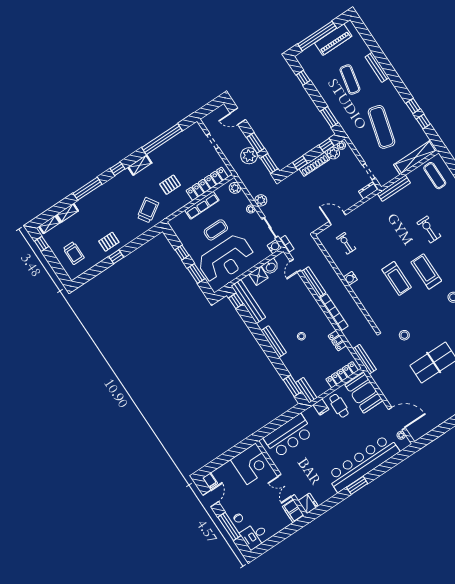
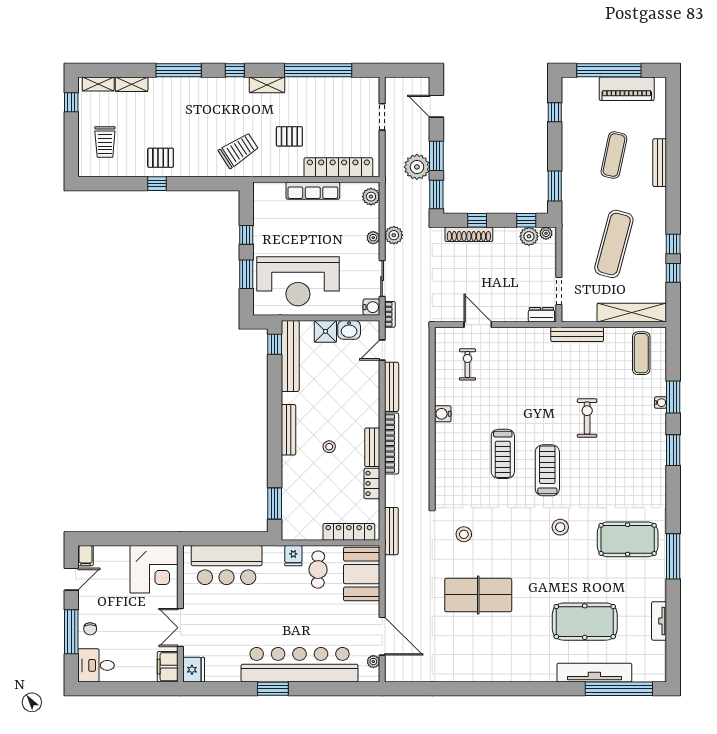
shoe rack: (314, 164) -> (469, 234), moved
coffee table: (216, 230) -> (310, 235), removed
bench: (306, 390) -> (372, 447), moved

